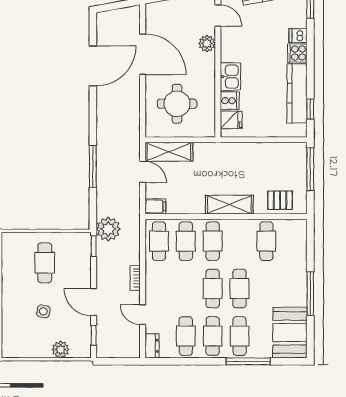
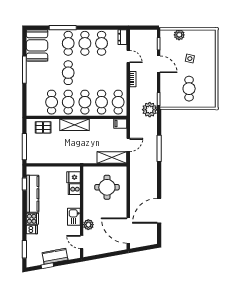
door: (143, 54) -> (128, 231), moved
kitchen sink: (230, 77) -> (74, 217), moved
door: (143, 172) -> (128, 145), swing flipped
cafe table: (213, 289) -> (68, 102), moved

